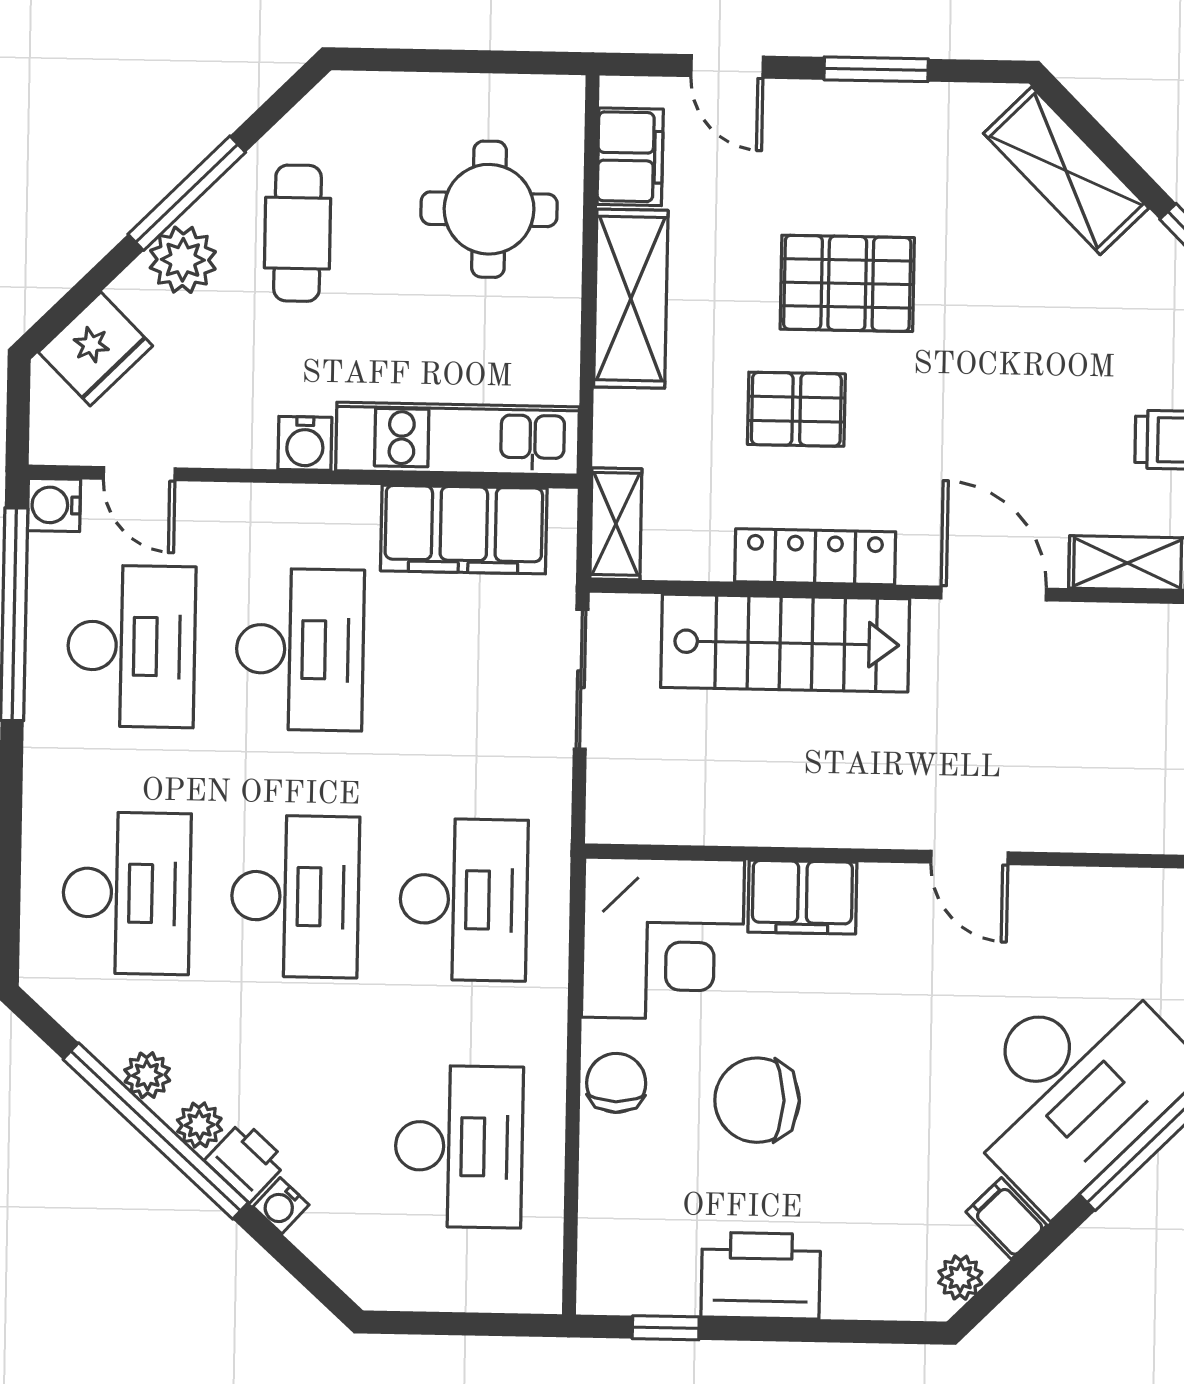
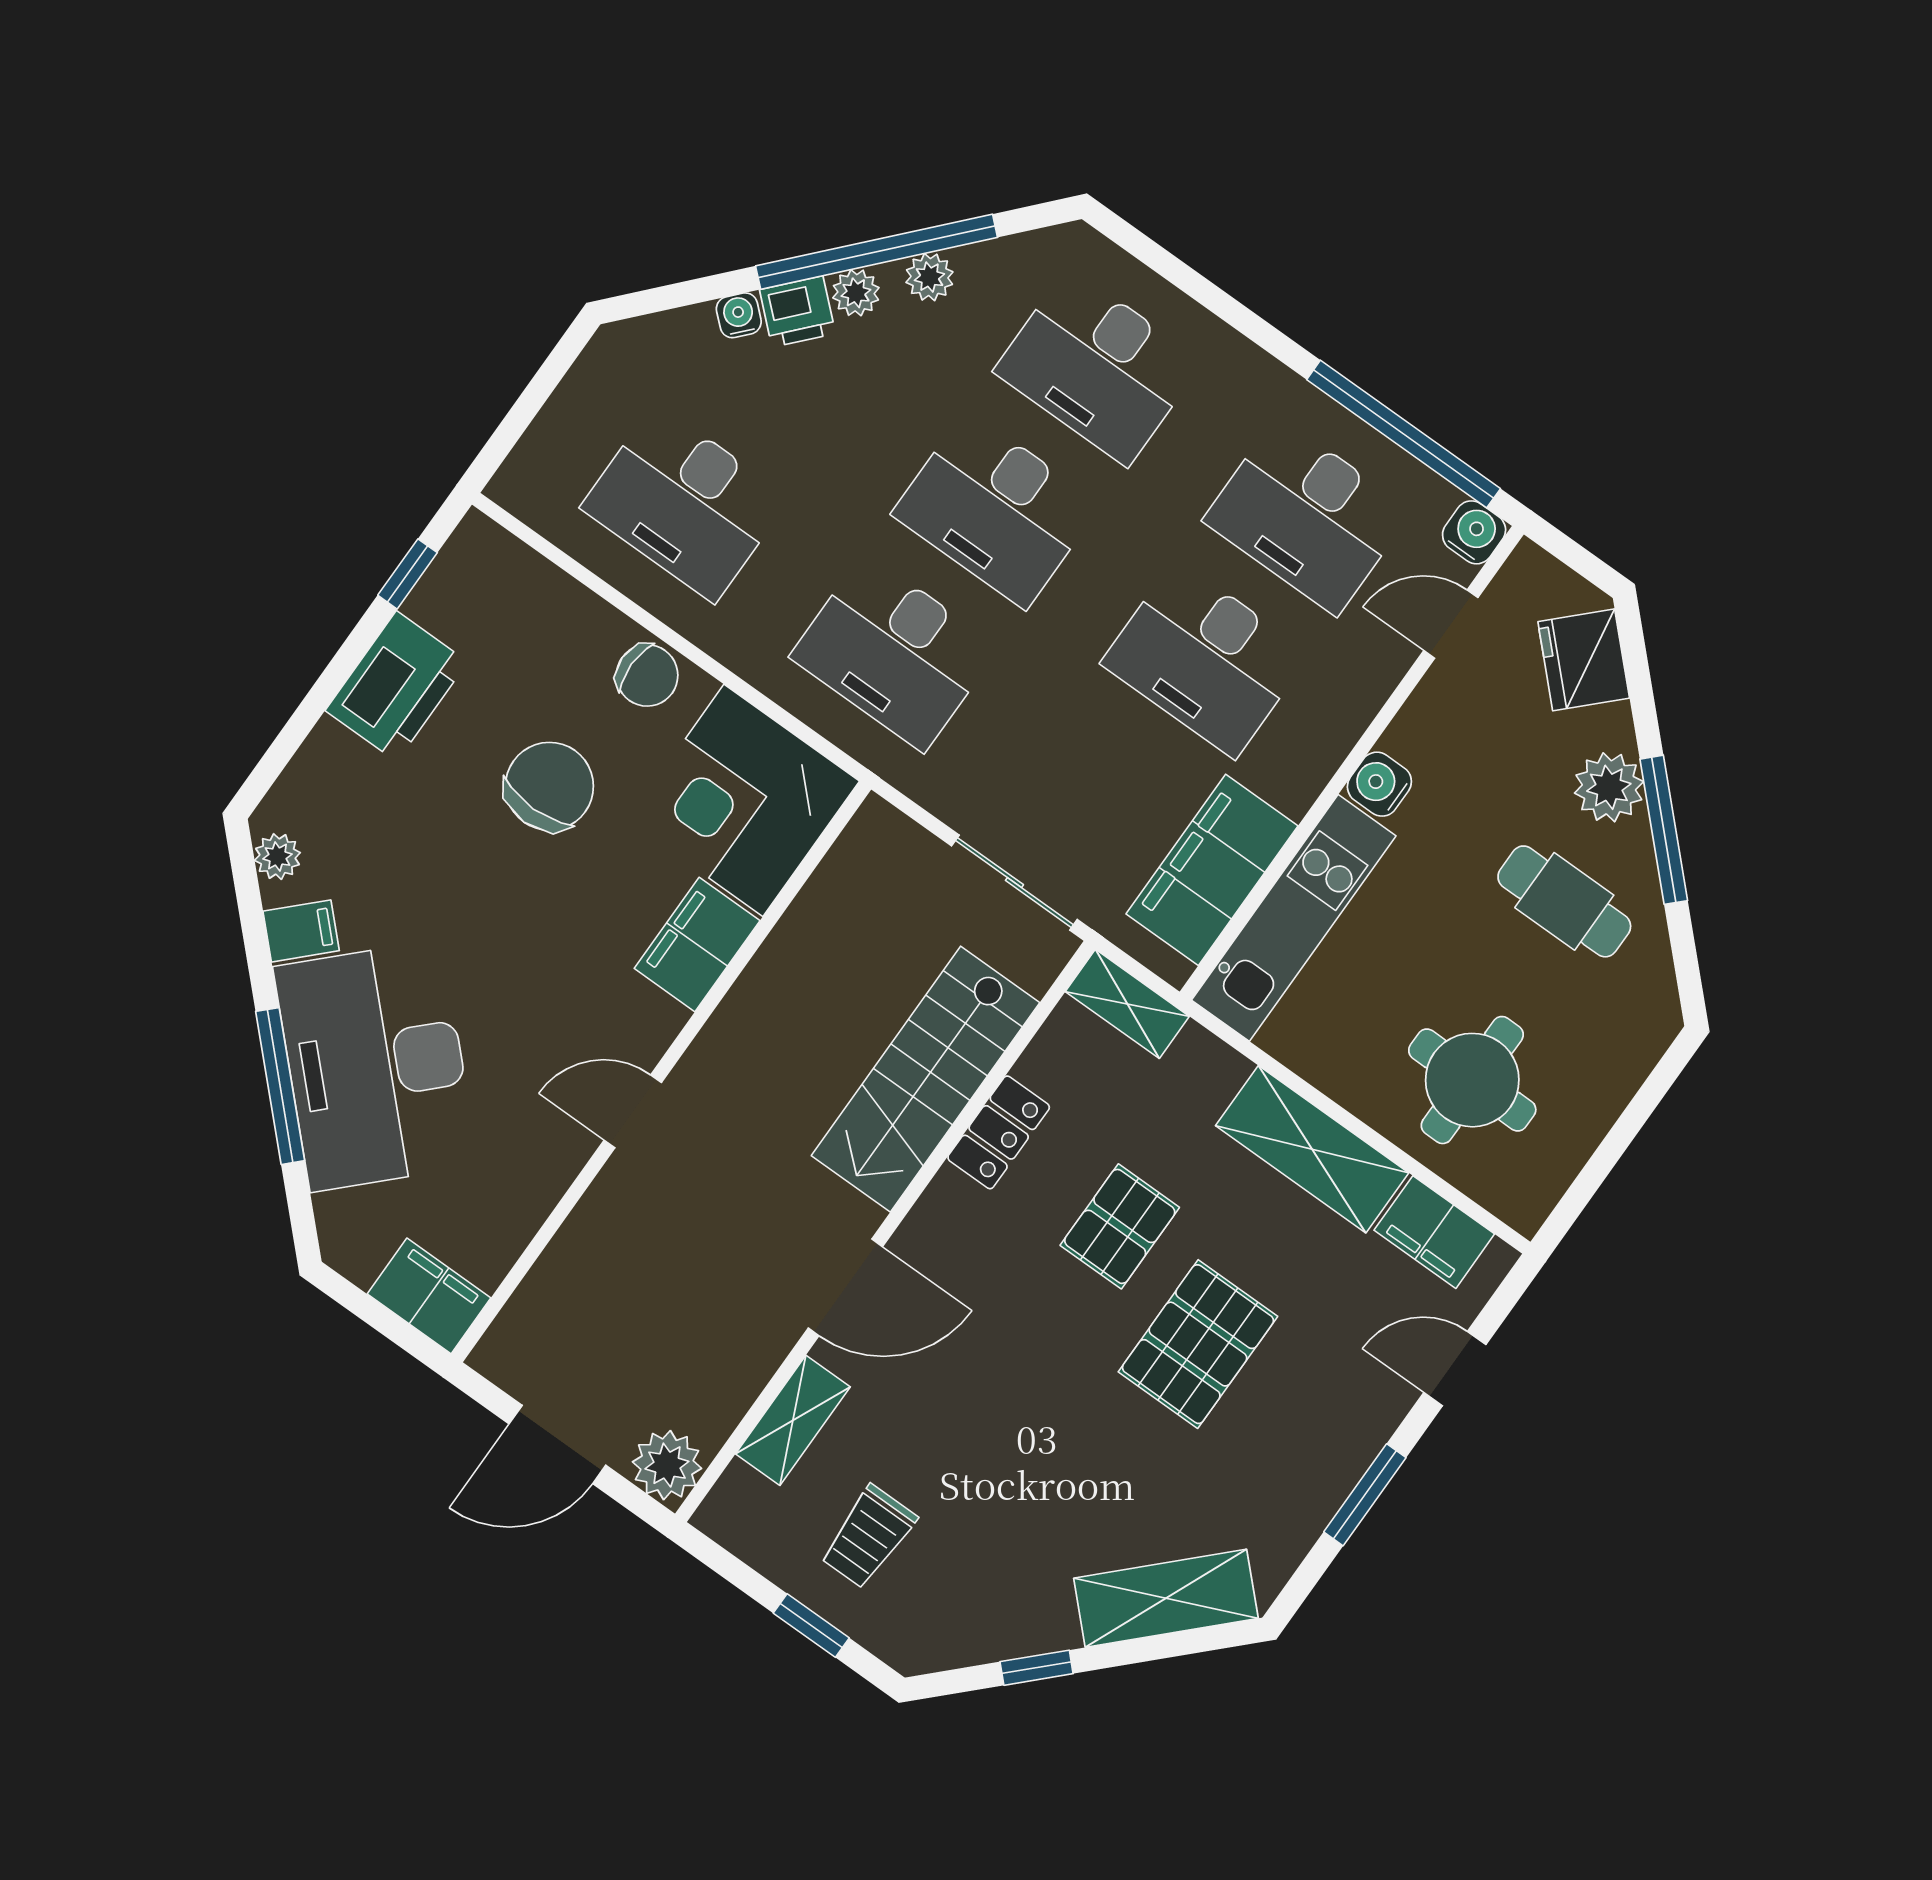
locker: (815, 557) -> (999, 1132), width x0.66

